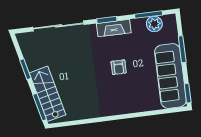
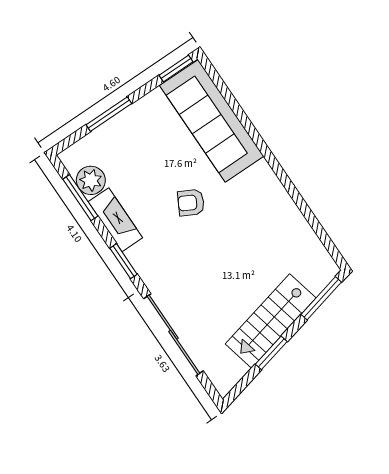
fireplace: (114, 28) -> (115, 220), moved
armchair: (119, 67) -> (191, 203), turned -152
sofa: (170, 76) -> (212, 121), moved, turned 90
stairs: (48, 94) -> (271, 321), moved

